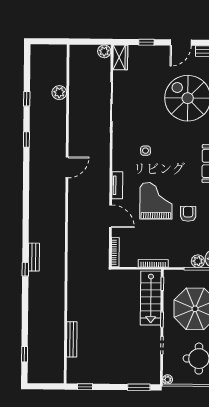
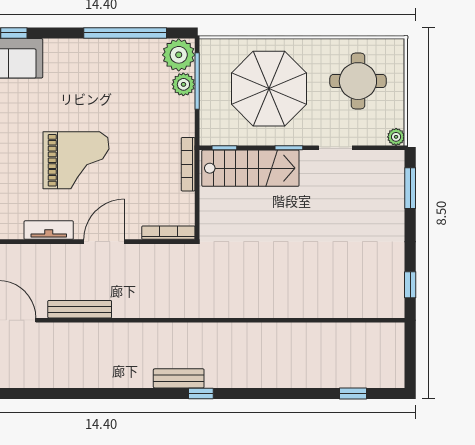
grand piano: (156, 201) -> (76, 160), turned 180
armchair: (188, 214) -> (99, 103), removed
bench: (72, 339) -> (80, 309), moved

